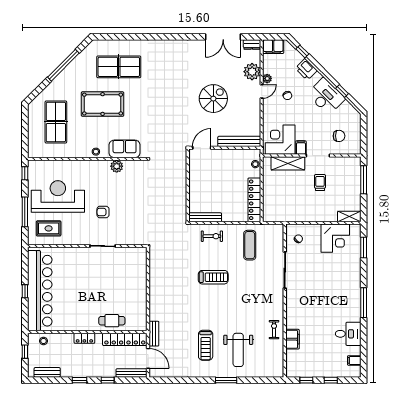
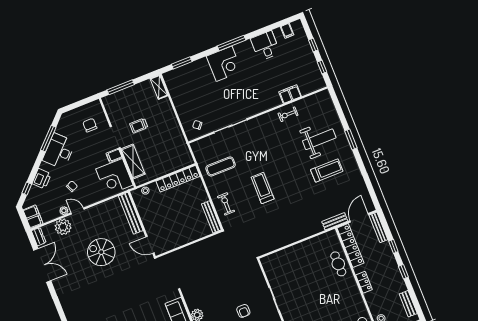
window: (342, 91) -> (48, 139), width x2.17
corner desk: (335, 238) -> (224, 64), moved, turned 90

